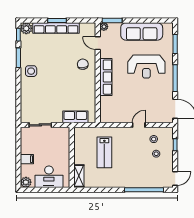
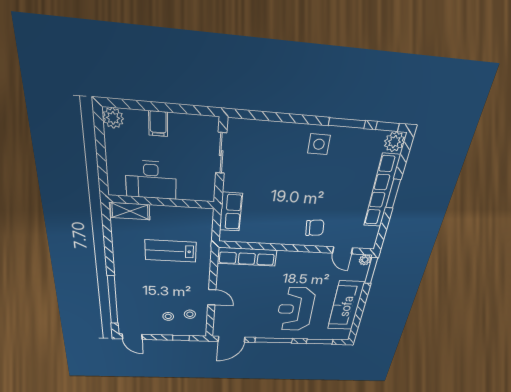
door: (98, 43) -> (343, 250), swing flipped
row of seats: (106, 77) -> (247, 257), moved
desk: (49, 177) -> (151, 180), moved, turned -90

